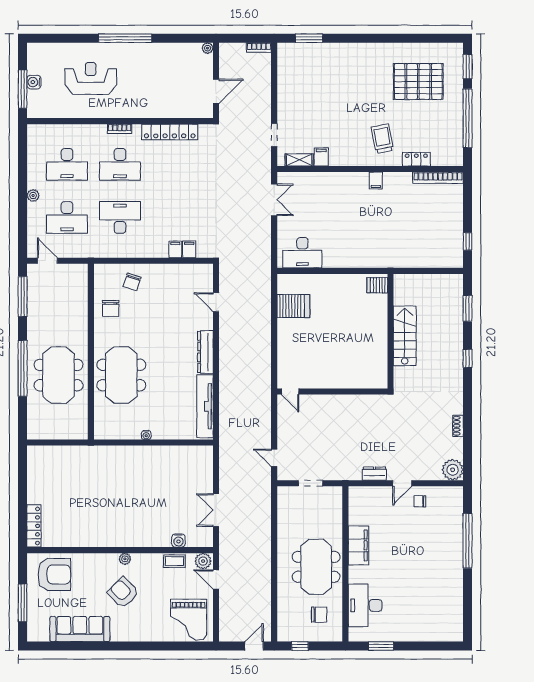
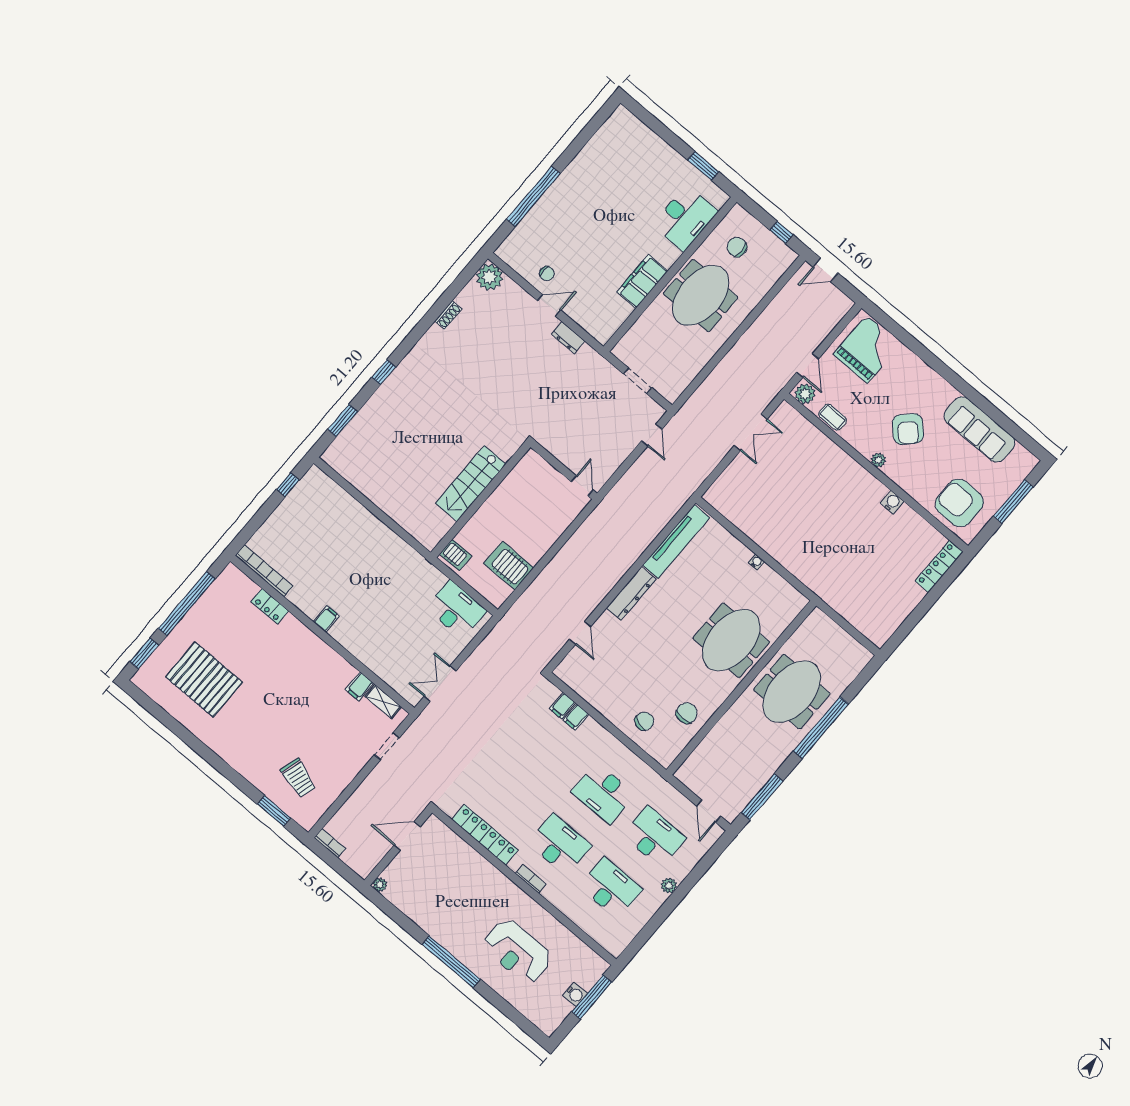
trolley: (382, 139) -> (299, 778), moved, turned -62
server rack: (377, 285) -> (456, 555), moved
wall: (390, 331) -> (481, 500), moved
stairs: (405, 336) -> (471, 484), moved
water cooler: (178, 540) -> (892, 502), moved

